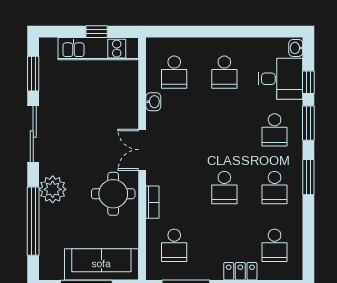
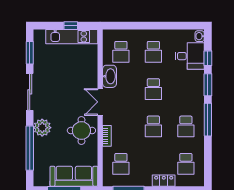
washbasin: (153, 102) -> (110, 76), width x1.91, depth x1.45
school desk: (275, 130) -> (153, 89), moved
window: (308, 177) -> (208, 120), width x1.44

